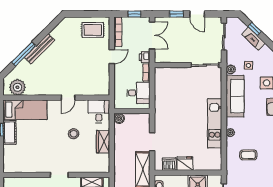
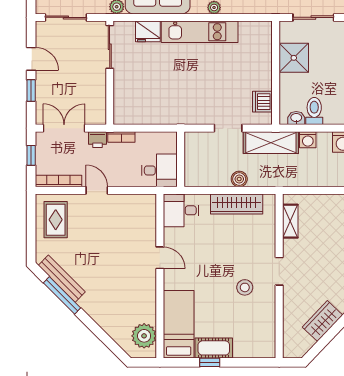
door: (197, 14) -> (31, 59), hinge flipped
bench: (40, 49) -> (62, 279), moved
window: (24, 54) -> (62, 295), moved
desk: (138, 93) -> (159, 170), moved, turned 90
boiler: (119, 118) -> (239, 179), moved
stool: (74, 134) -> (245, 287), moved
wardrobe: (103, 142) -> (237, 204), width x1.50
fridge: (185, 164) -> (148, 31), moved, turned -90

